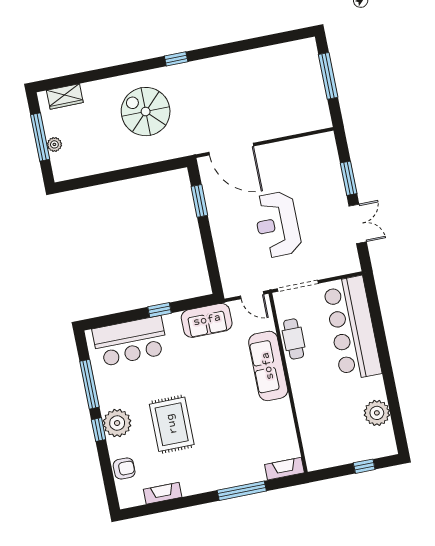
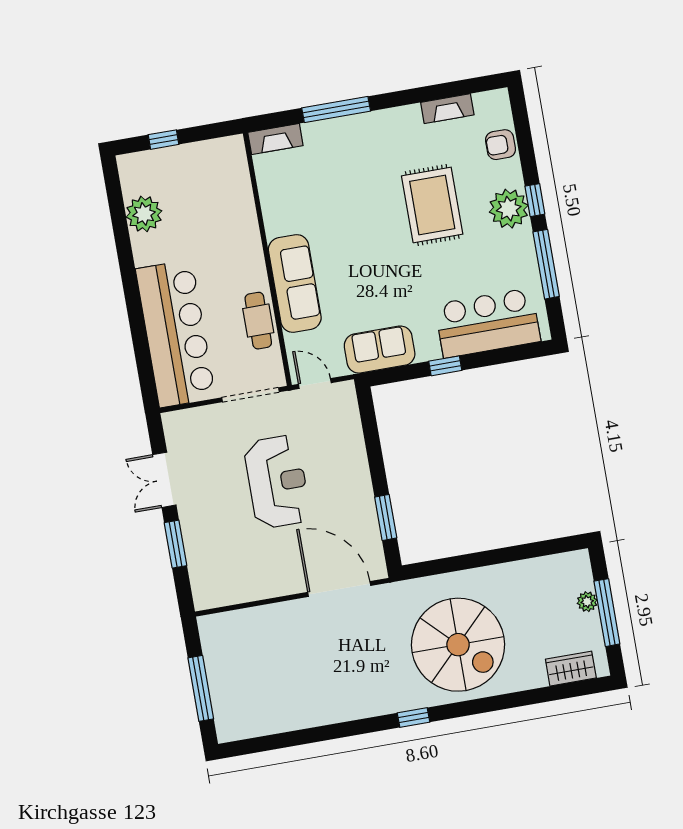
spiral stairs: (146, 112) -> (458, 645), width x1.37, depth x1.37

